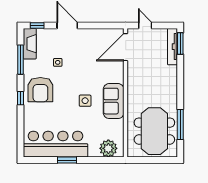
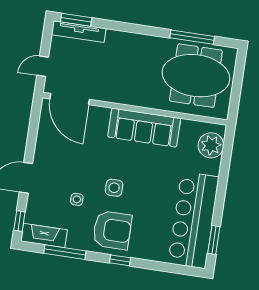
side table: (85, 101) -> (114, 188), moved
sofa: (114, 101) -> (144, 128), width x1.36
window: (67, 160) -> (214, 240), moved

